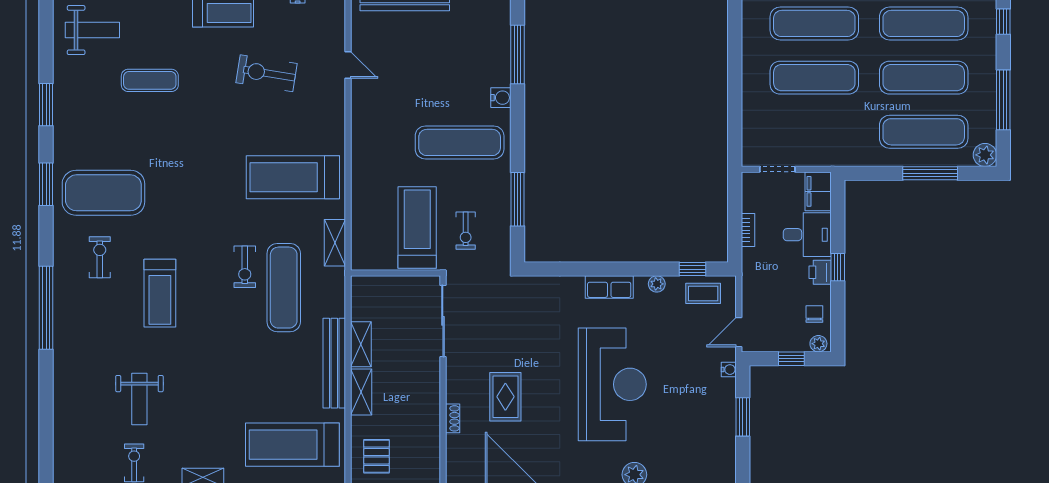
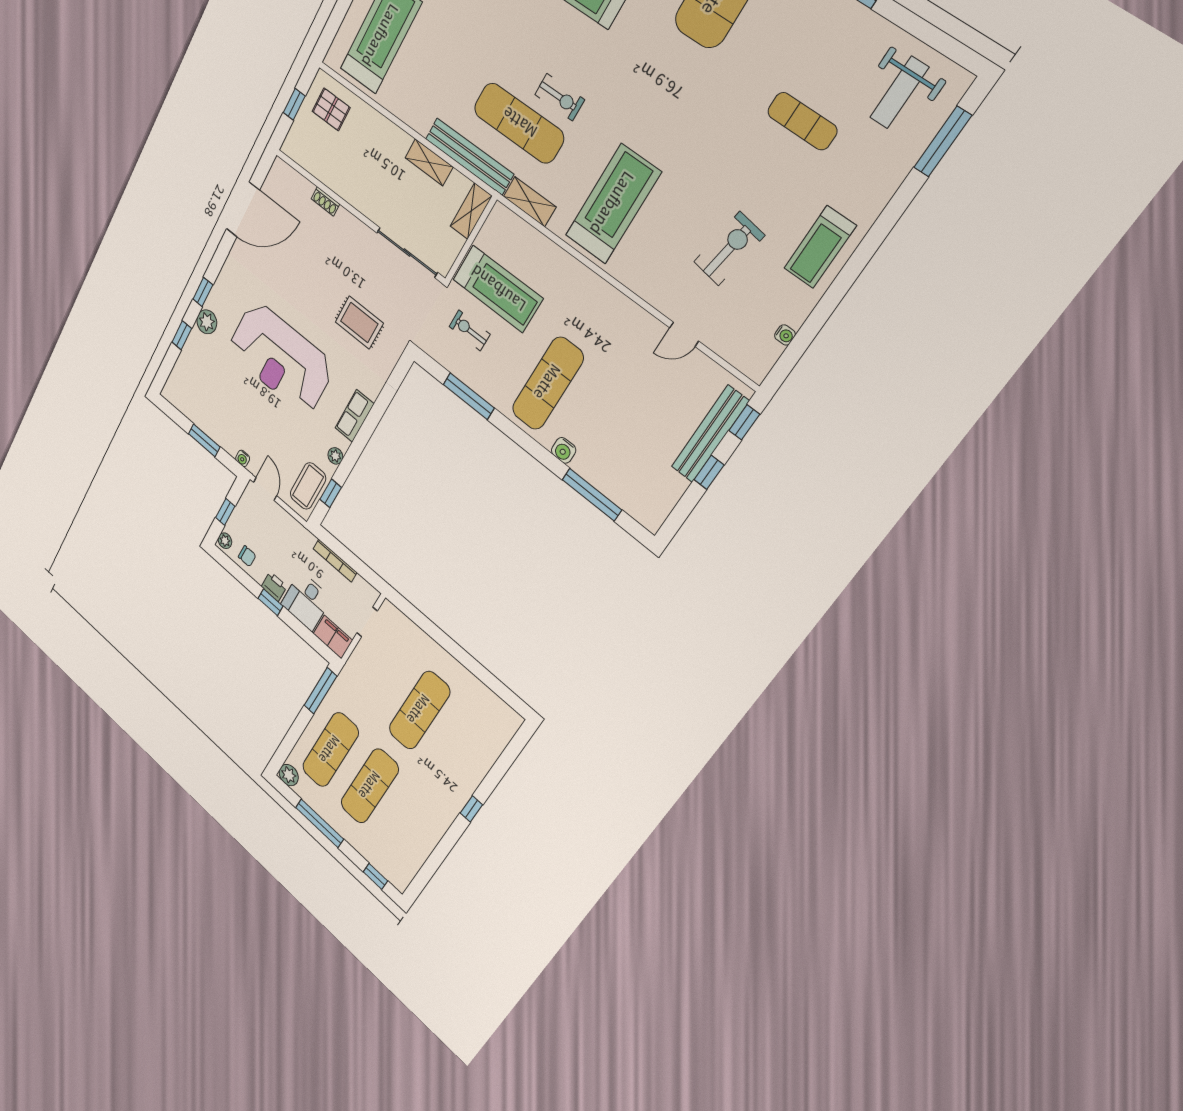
exercise mat: (814, 23) -> (461, 748), removed
exercise mat: (924, 23) -> (410, 823), removed
exercise mat: (150, 80) -> (802, 121), turned 90
window: (930, 173) -> (320, 691), moved
bookcase: (748, 230) -> (335, 561), width x1.56
exercise bike: (245, 267) -> (560, 97), turned 180
coffee table: (703, 293) -> (308, 486), width x1.36, depth x1.30
bench: (334, 363) -> (469, 156), moved
shelving: (361, 392) -> (471, 211), moved, turned 90
rug: (505, 397) -> (359, 323), moved

